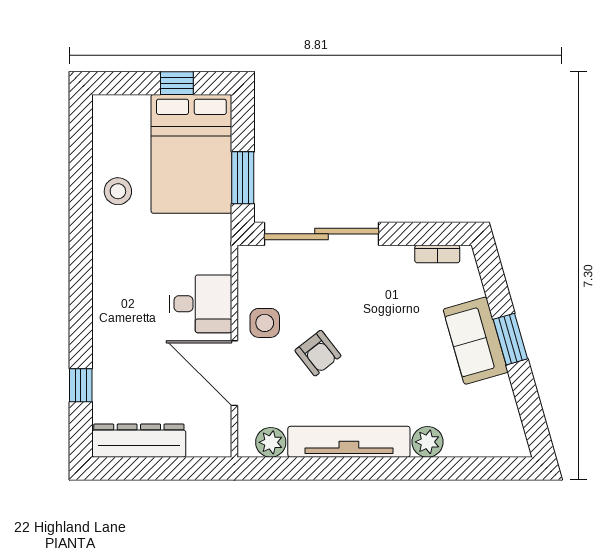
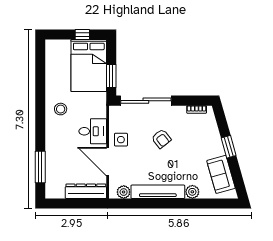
stool: (118, 191) -> (61, 109), moved
sofa: (476, 341) -> (221, 174), moved
armchair: (318, 353) -> (161, 139), moved
window: (81, 385) -> (40, 167), width x2.17
dresser: (139, 441) -> (86, 191), moved

